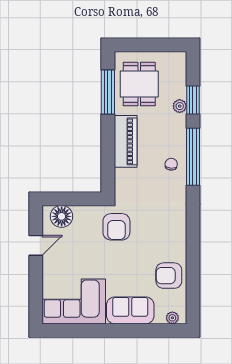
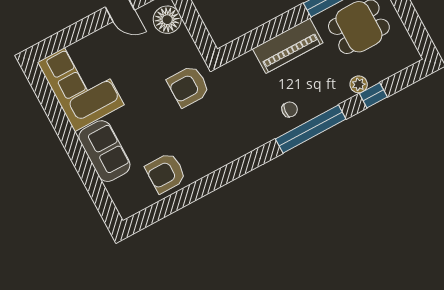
window: (193, 100) -> (373, 95), width x0.67
armchair: (169, 276) -> (166, 173), turned -90
plant: (172, 318) -> (121, 202), removed

